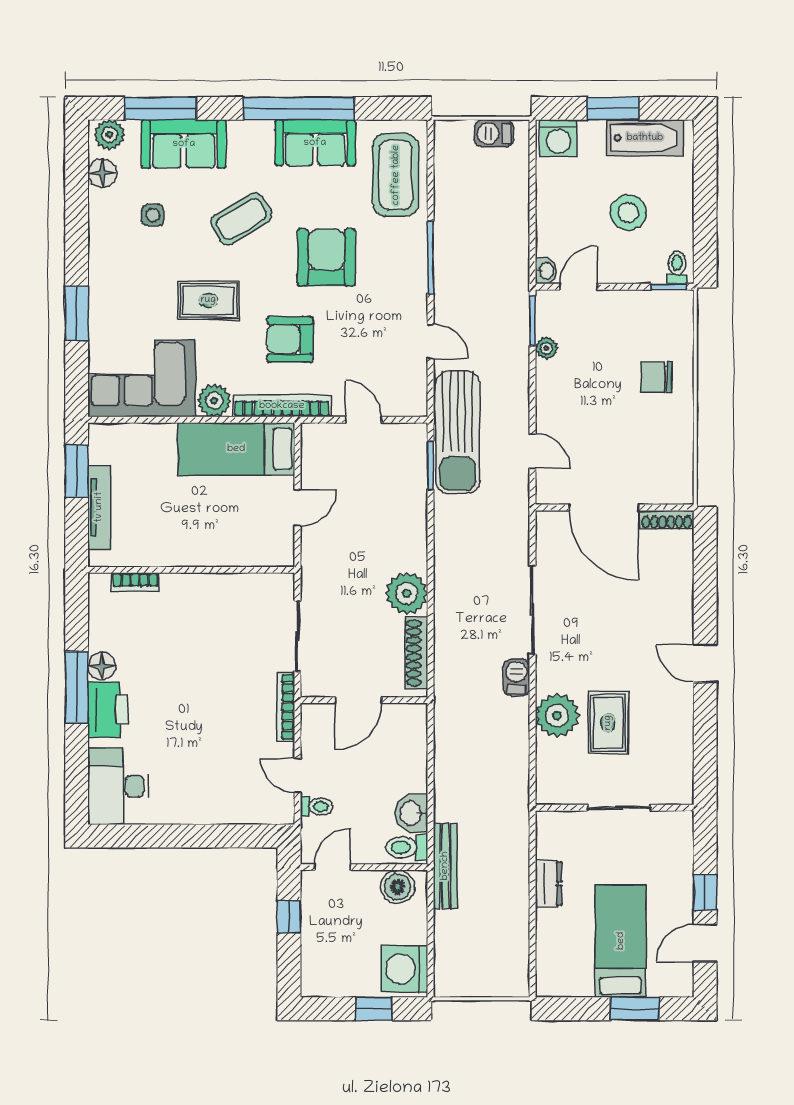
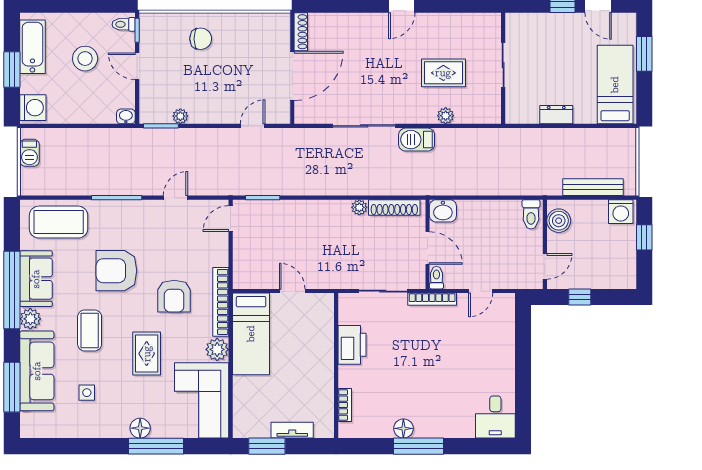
plant: (109, 135) -> (30, 319), moved
sofa: (184, 144) -> (37, 371), width x1.36
floor lamp: (102, 173) -> (140, 428), moved
coffee table: (241, 219) -> (90, 330), turned 31
door: (579, 287) -> (137, 66), moved
window: (77, 313) -> (156, 446), width x1.44
chair: (657, 377) -> (201, 39), turned -90
door: (364, 420) -> (231, 219), moved
sun lounger: (458, 432) -> (239, 178), removed
tv unit: (99, 507) -> (292, 430), width x0.71
plant: (407, 593) -> (359, 207), width x0.53, depth x0.53
barbecue: (517, 678) -> (417, 140), width x1.38, depth x1.27
printer: (108, 710) -> (352, 345), moved, turned 90
plant: (557, 715) -> (446, 116), width x0.53, depth x0.53
desk: (118, 786) -> (495, 417), width x0.73
toilet: (316, 807) -> (436, 278), moved
washbasin: (412, 813) -> (443, 211), moved
bench: (445, 866) -> (593, 187), moved
door: (333, 867) -> (545, 266), swing flipped
bed: (621, 941) -> (615, 85), moved, turned 90
washing machine: (404, 969) -> (621, 212), width x0.73, depth x0.73

